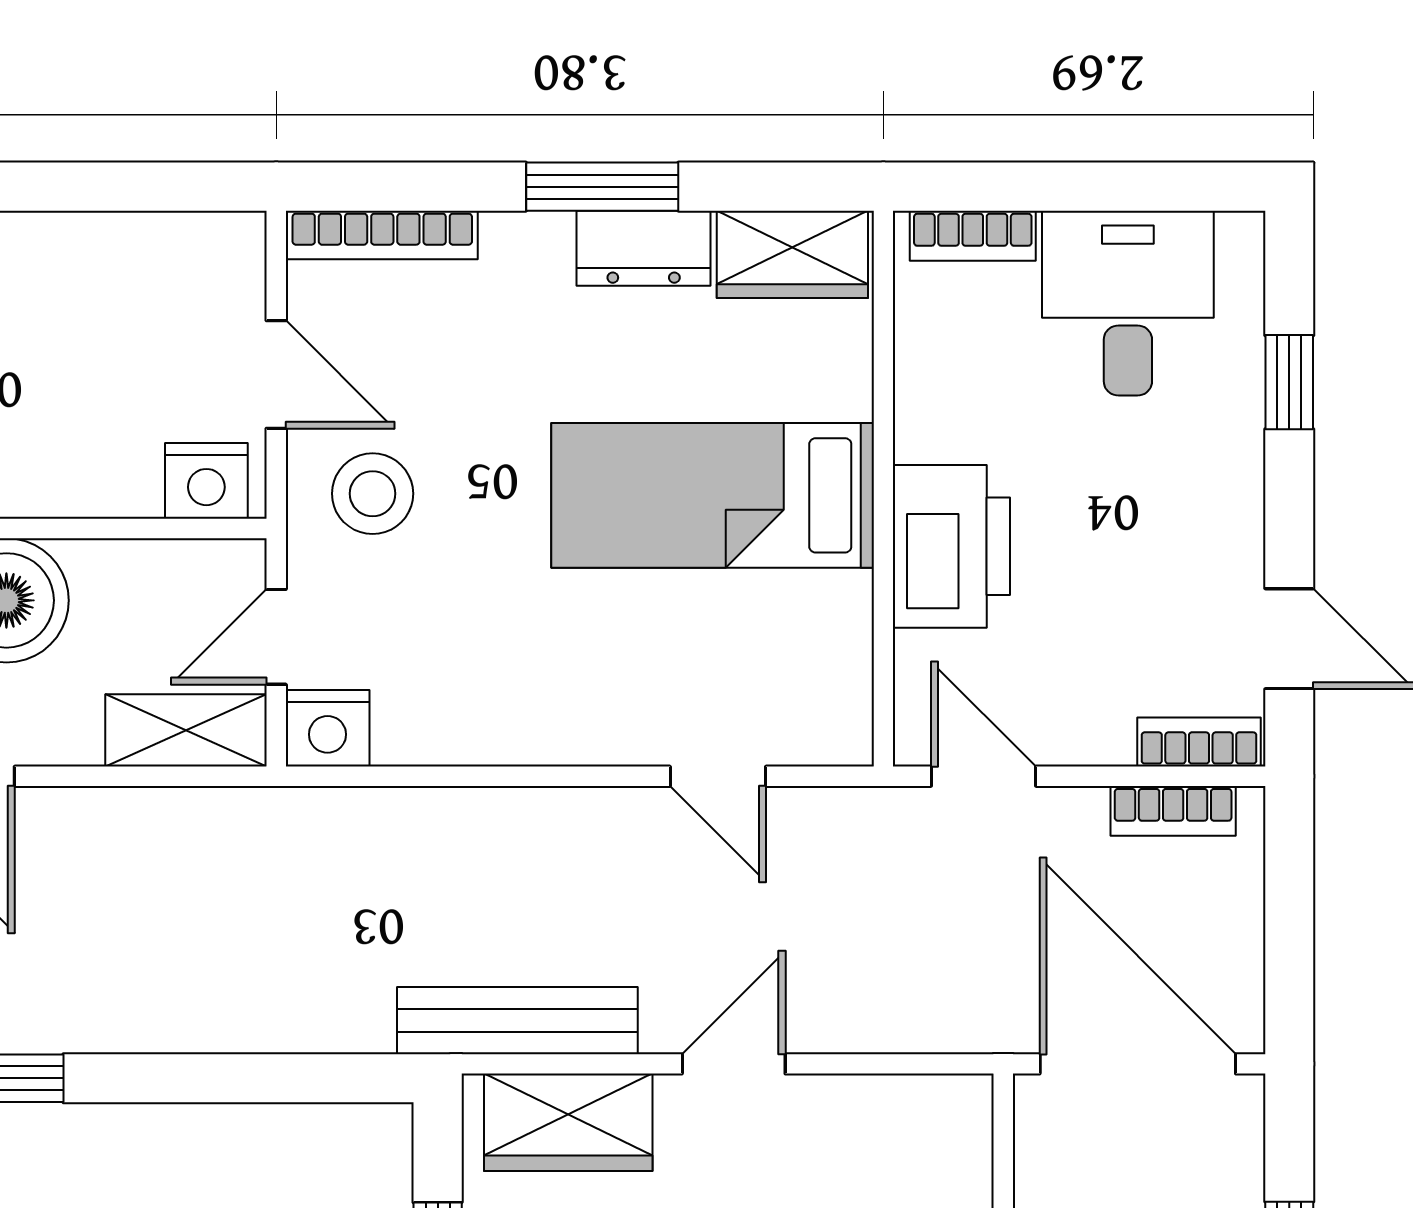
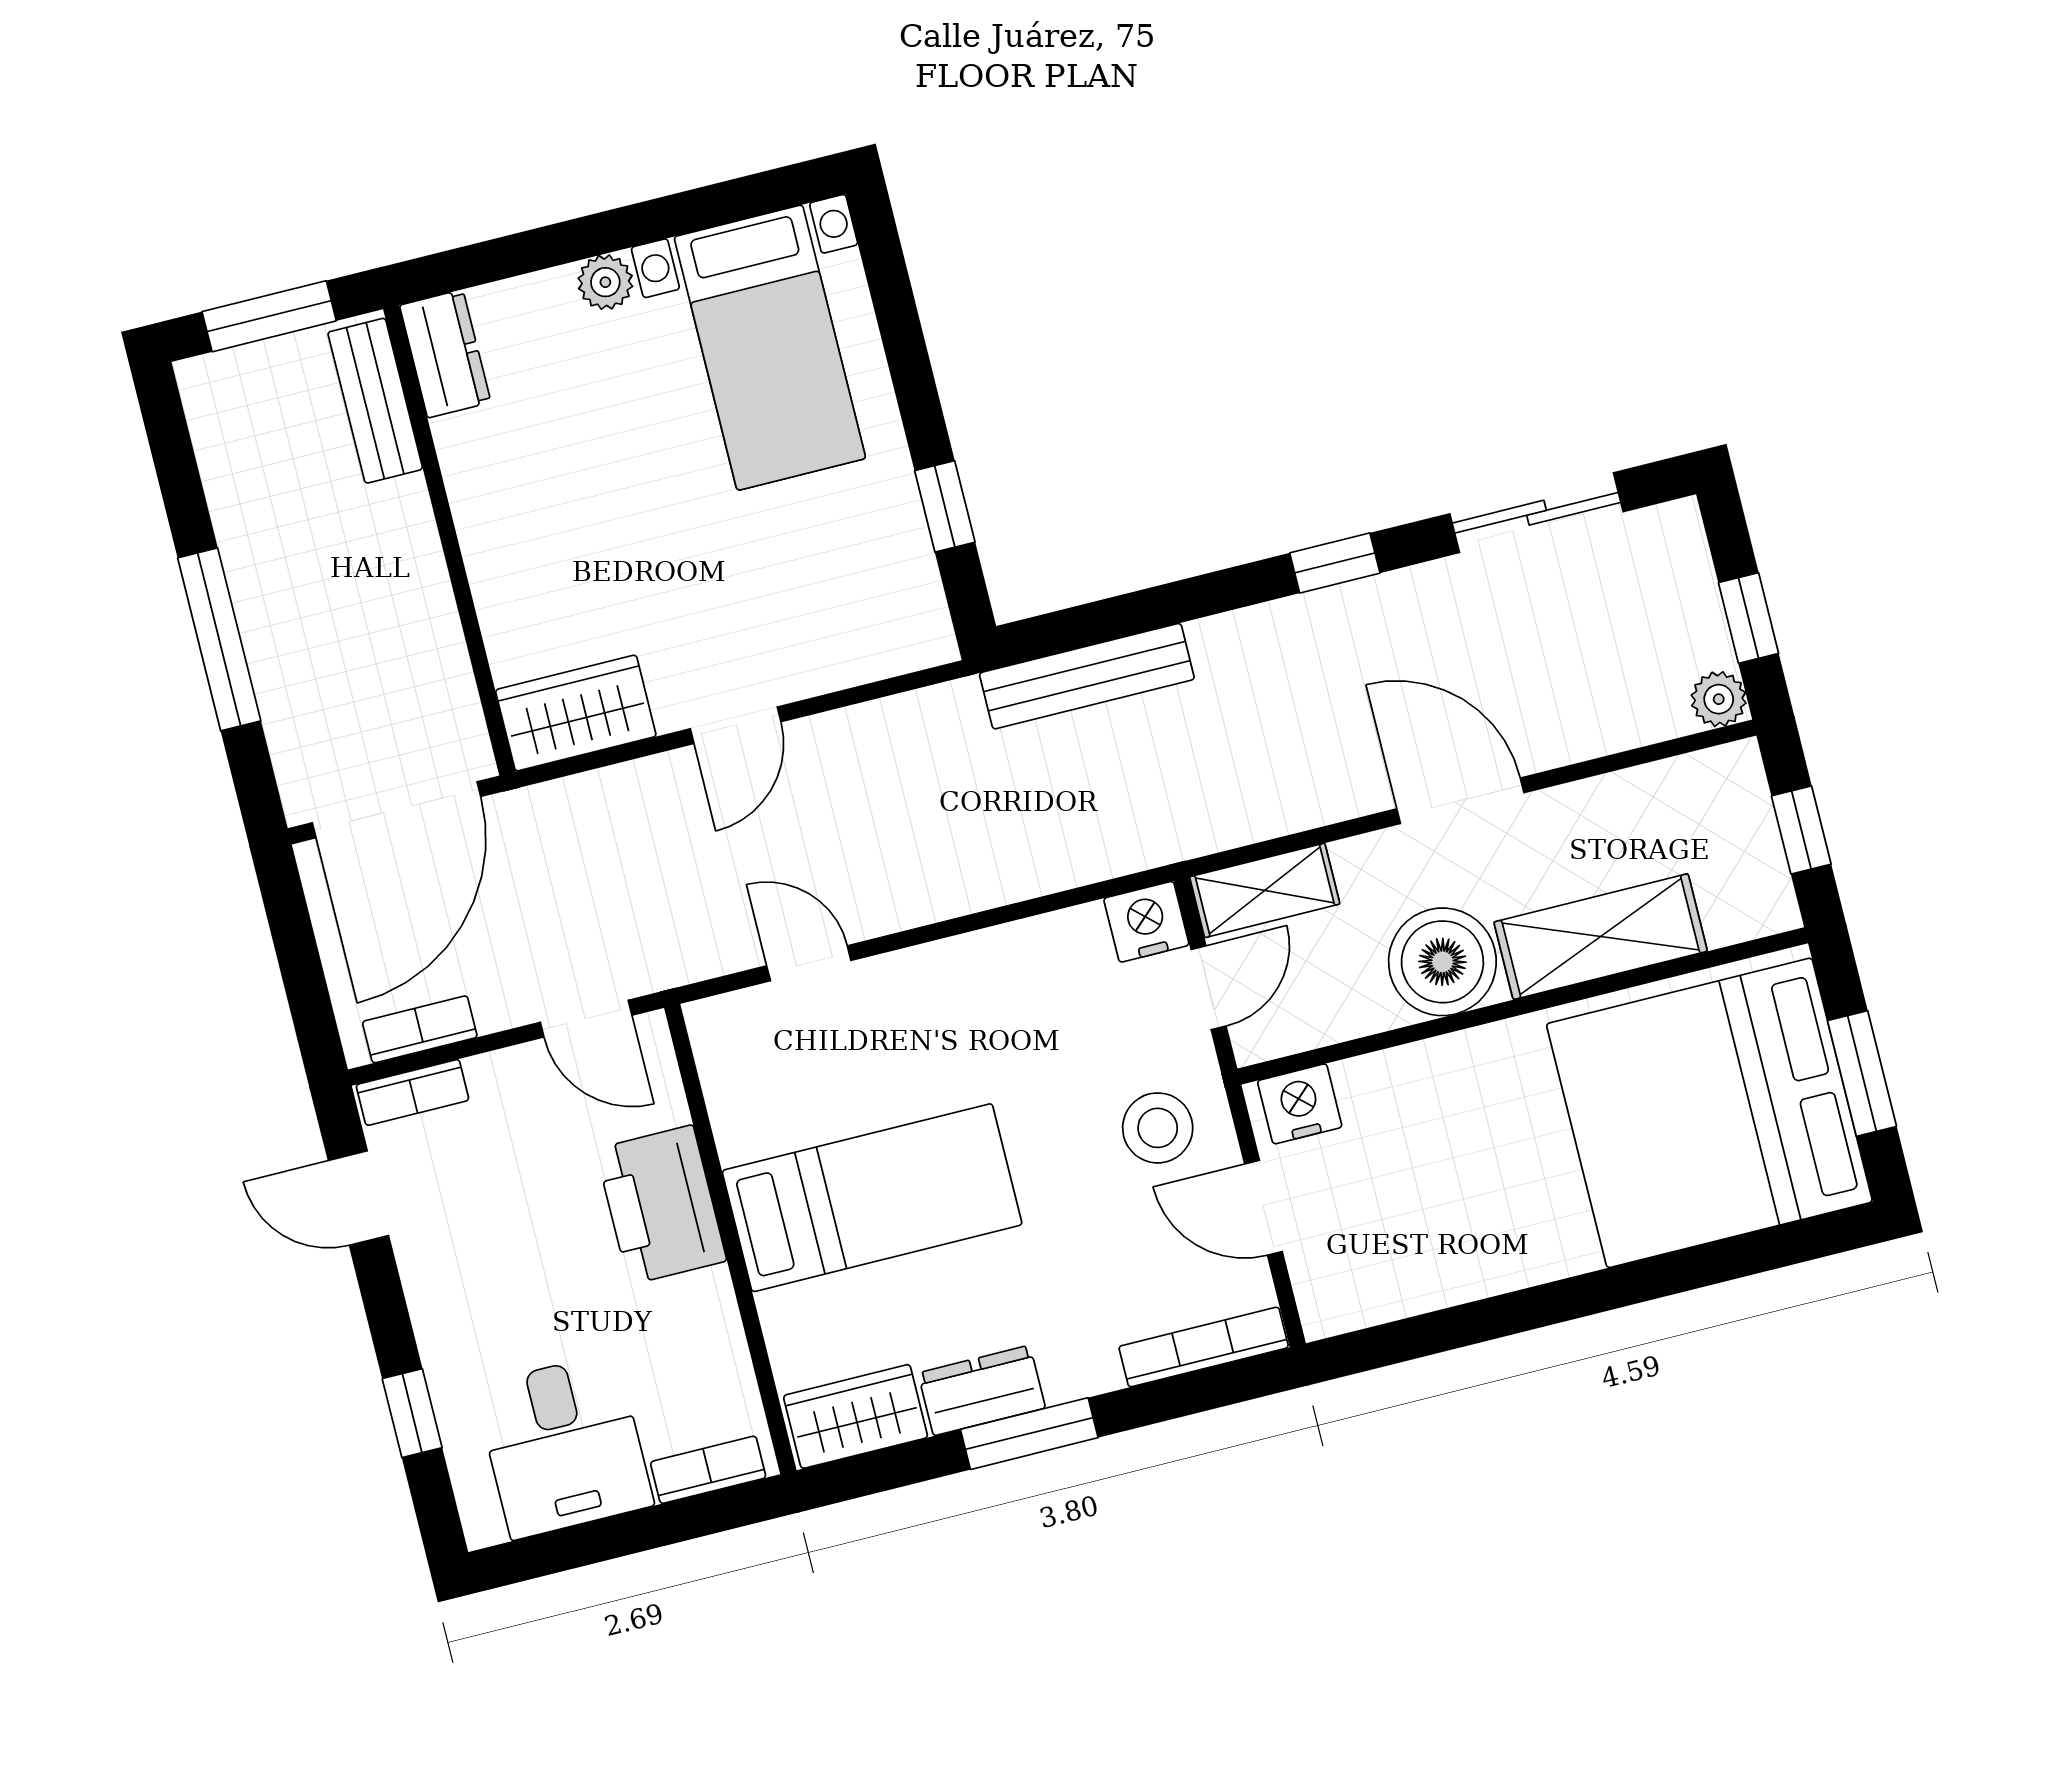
bench: (517, 1021) -> (1087, 676), moved
door: (1138, 1064) -> (397, 810), hinge flipped
wardrobe: (568, 1122) -> (576, 713), moved

